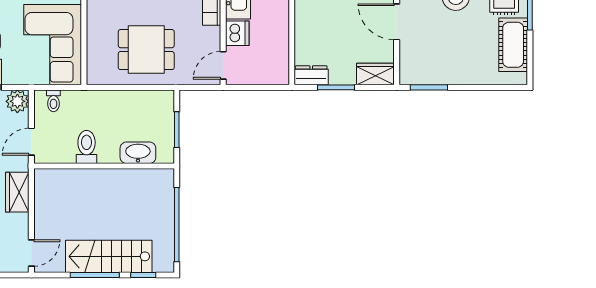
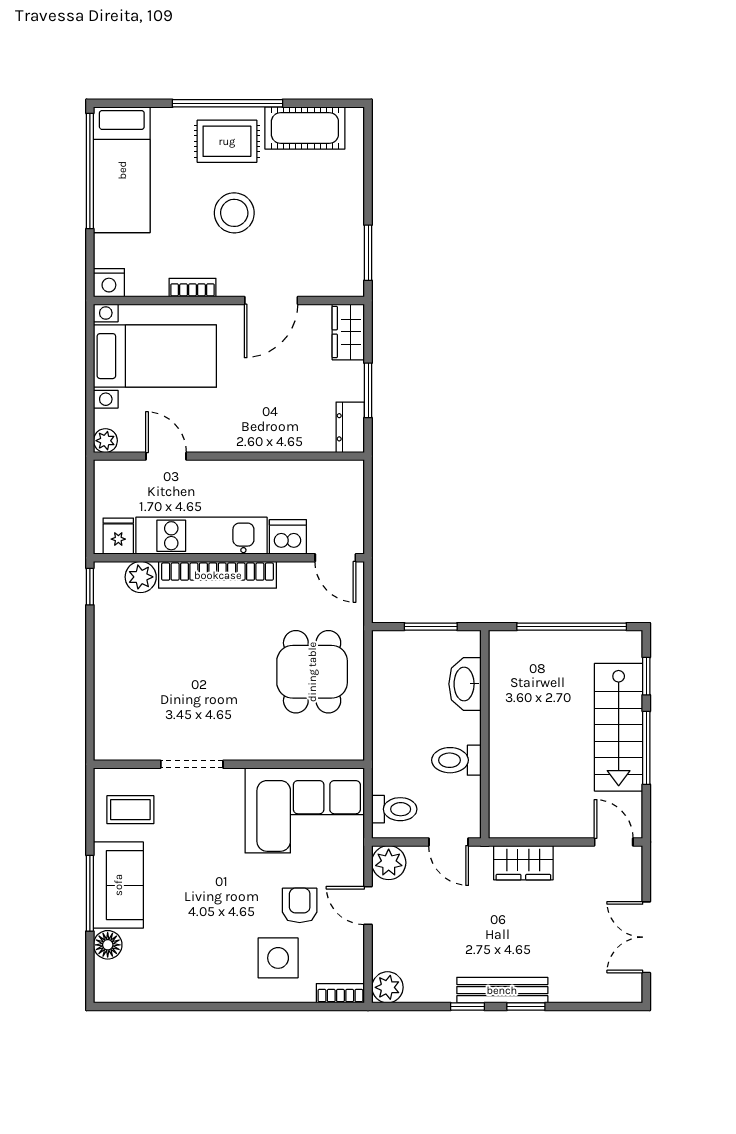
toilet: (53, 101) -> (394, 809), width x1.37, depth x1.39

